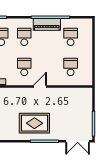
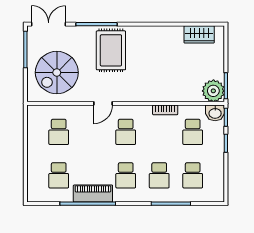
spiral stairs: (72, 108) -> (57, 73), added
rug: (34, 123) -> (111, 50), turned 90

